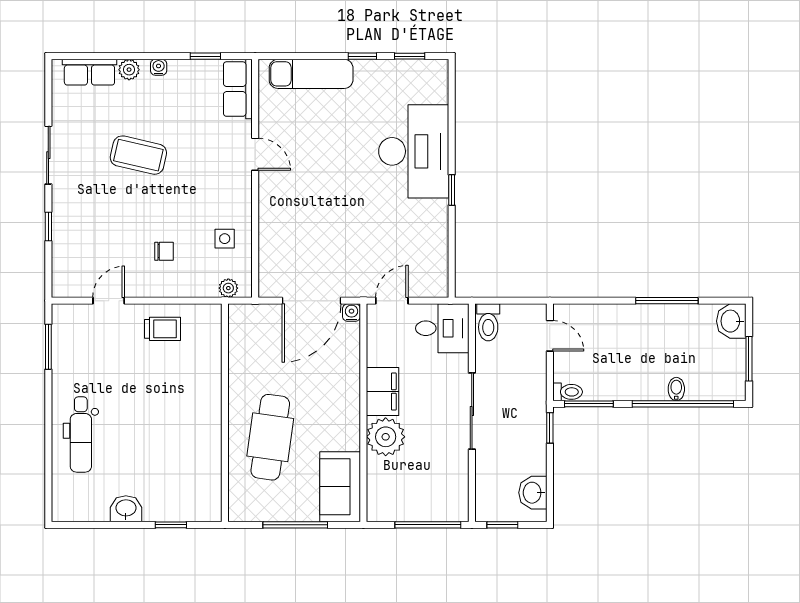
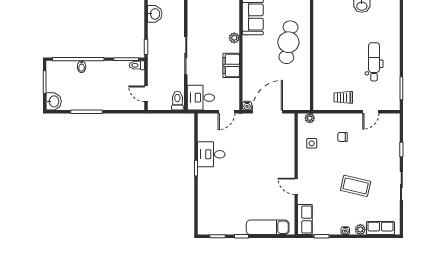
desk: (414, 151) -> (211, 154), moved, width x0.53, depth x0.77
dental chair: (81, 434) -> (374, 62), moved
plant: (386, 437) -> (234, 38), width x0.53, depth x0.53

